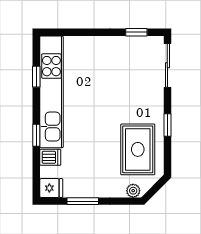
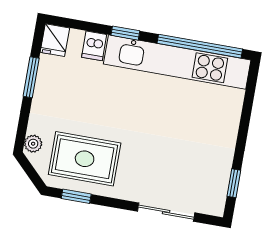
sliding door: (167, 65) -> (166, 212), moved
window: (36, 77) -> (200, 46), width x3.17
window: (167, 125) -> (76, 196), moved

